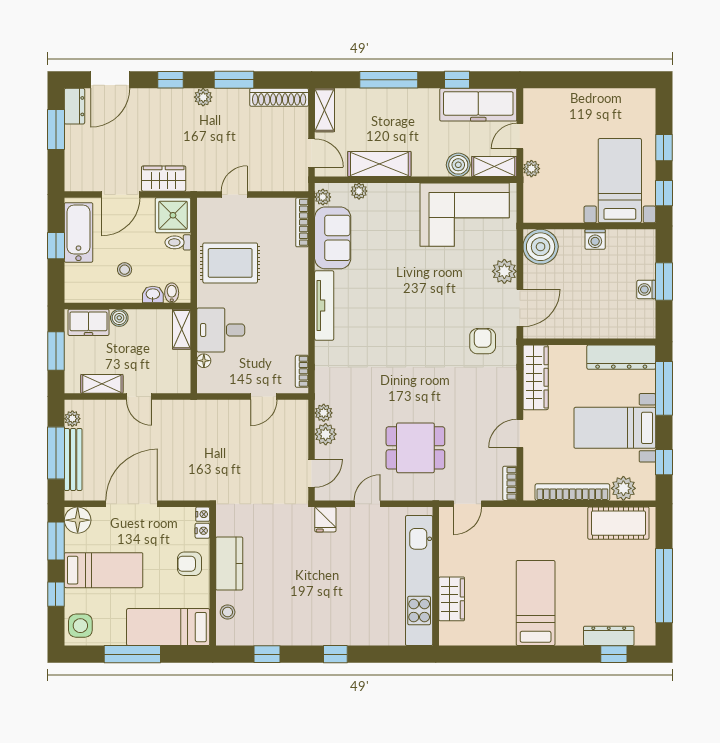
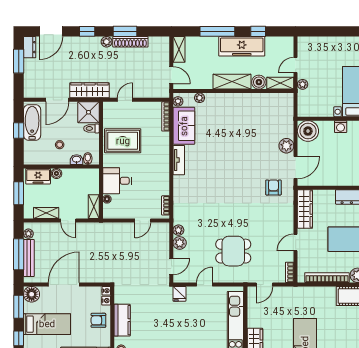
shoe rack: (279, 97) -> (130, 42), moved
freezer: (478, 105) -> (242, 46), moved
shelving: (379, 164) -> (232, 82), moved
wardrobe: (164, 179) -> (90, 90), width x1.50
corner sofa: (465, 215) -> (263, 112), removed
tv unit: (324, 305) -> (179, 160), width x0.71
shelving: (182, 329) -> (94, 207), moved

